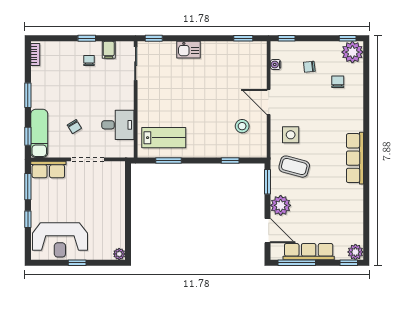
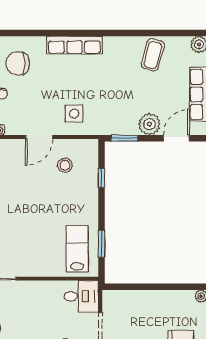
chair: (338, 82) -> (18, 63), width x1.87, depth x1.87
desk: (118, 125) -> (81, 296), moved, turned 90
row of seats: (355, 158) -> (74, 45), moved
coffee table: (294, 167) -> (153, 55), moved

